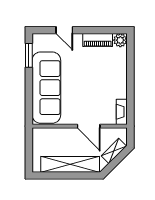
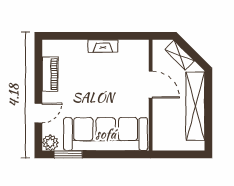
plant: (120, 40) -> (50, 143), moved
fireplace: (122, 112) -> (103, 46), moved
door: (89, 126) -> (151, 85), hinge flipped

